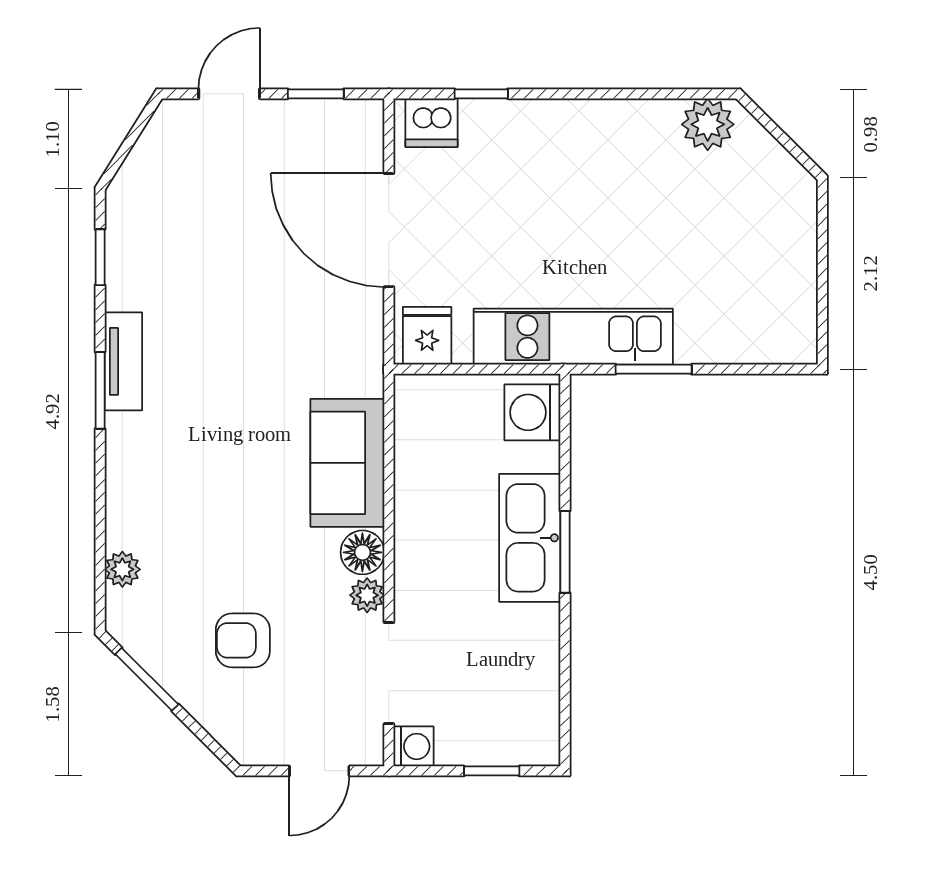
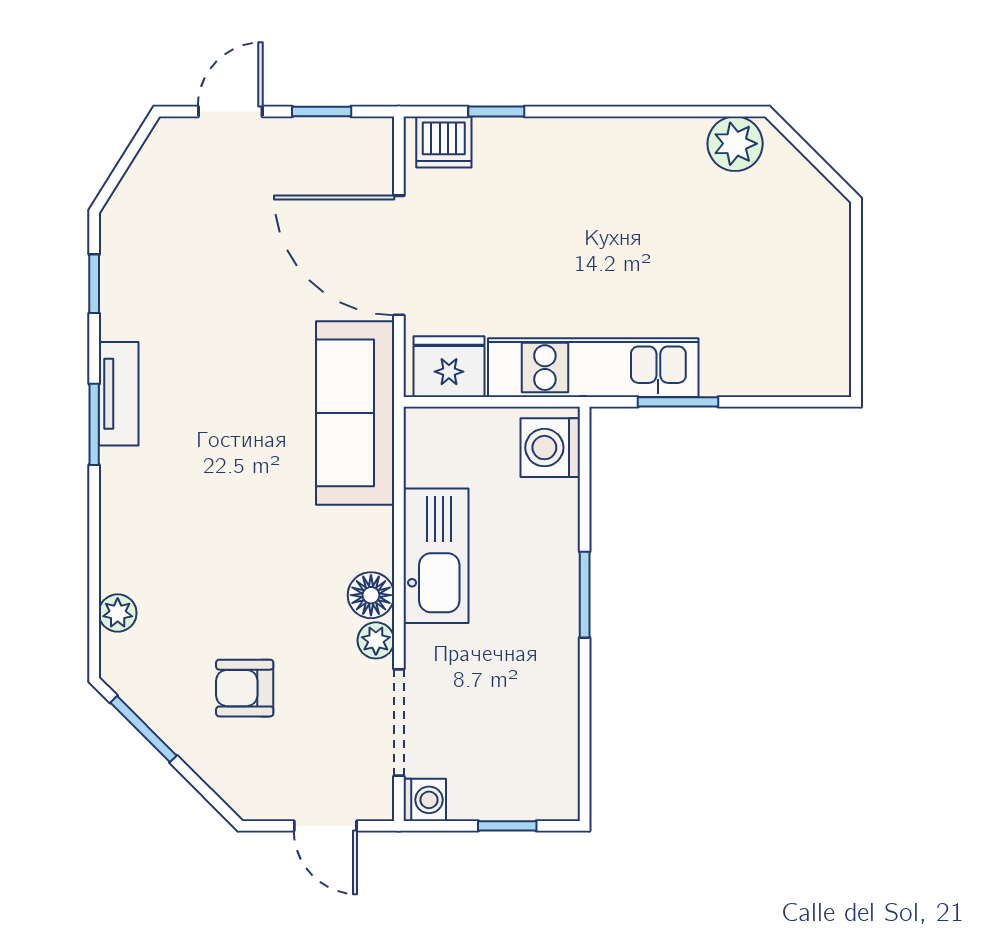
fridge: (427, 336) -> (449, 367), width x1.38
sofa: (347, 463) -> (355, 413), moved, width x1.36
kitchen sink: (530, 538) -> (436, 556), moved, turned 180
door: (319, 771) -> (325, 826), hinge flipped

